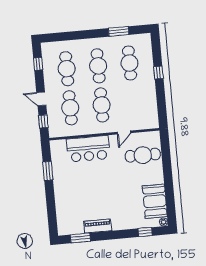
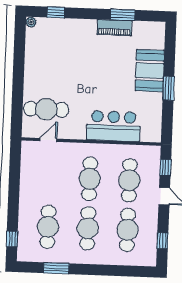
window: (158, 73) -> (12, 239), moved
door: (124, 132) -> (48, 140), moved
window: (48, 171) -> (168, 88), moved
booth: (155, 201) -> (150, 71), moved
window: (80, 238) -> (122, 15), moved

